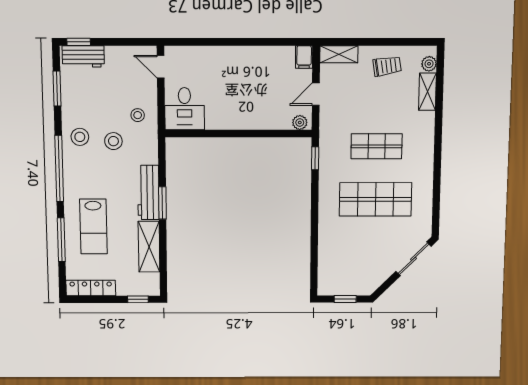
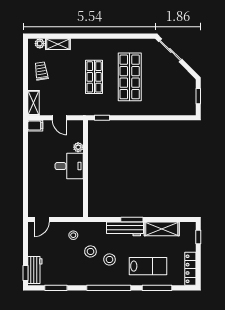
desk: (184, 109) -> (69, 166), moved
plant: (300, 122) -> (78, 147), moved
stool: (80, 137) -> (109, 259), moved

